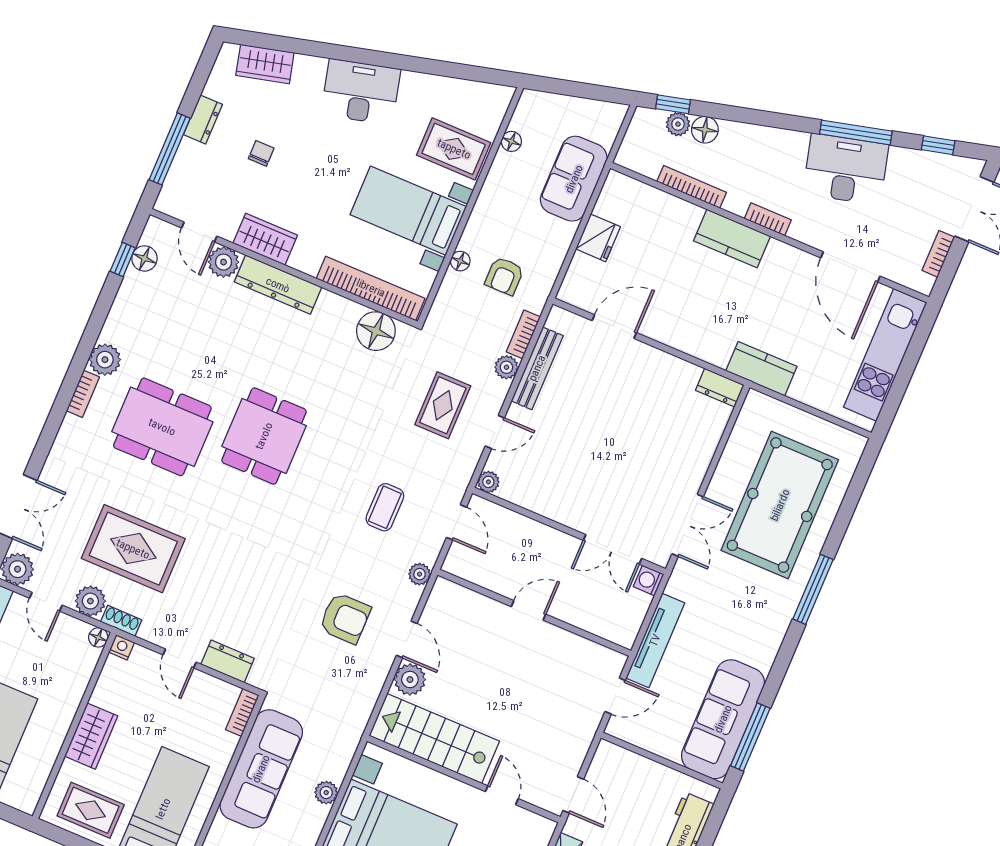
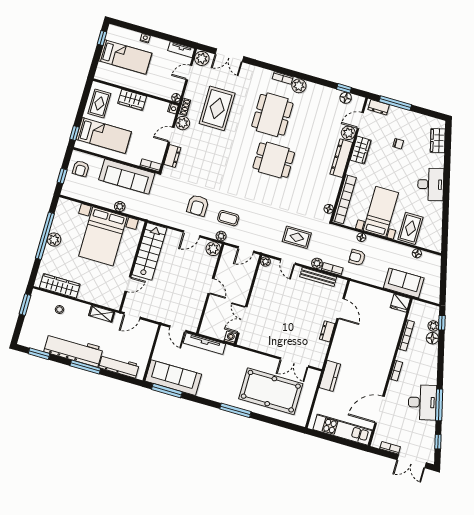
dresser: (203, 120) -> (379, 107), moved
fridge: (598, 238) -> (400, 303), moved
kitchen counter: (732, 238) -> (386, 356), removed
floor lamp: (376, 331) -> (329, 209), width x0.53, depth x0.53
dresser: (720, 388) -> (327, 331), moved
coffee table: (385, 507) -> (228, 218), moved
double door: (688, 525) -> (294, 362), moved
plant: (90, 601) -> (183, 123), moved
plant: (410, 680) -> (213, 249), moved

